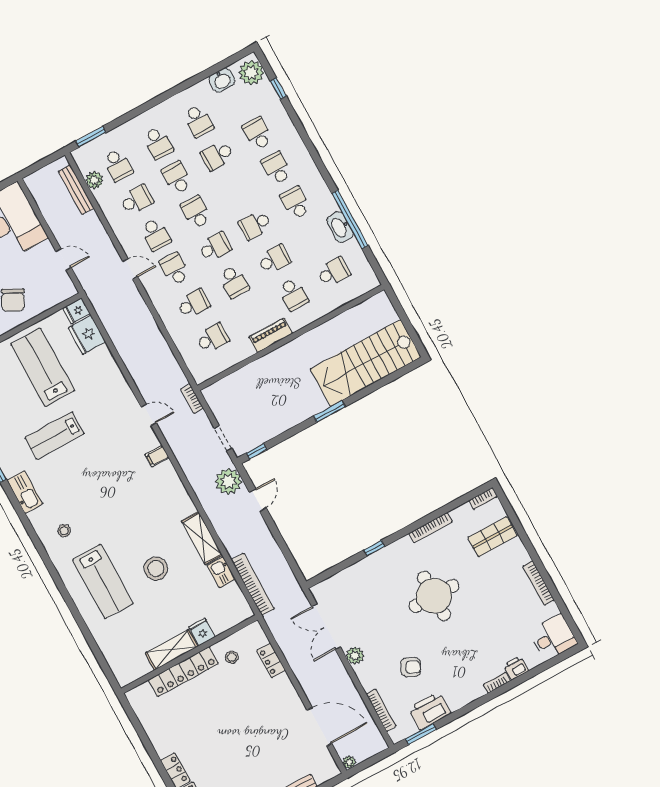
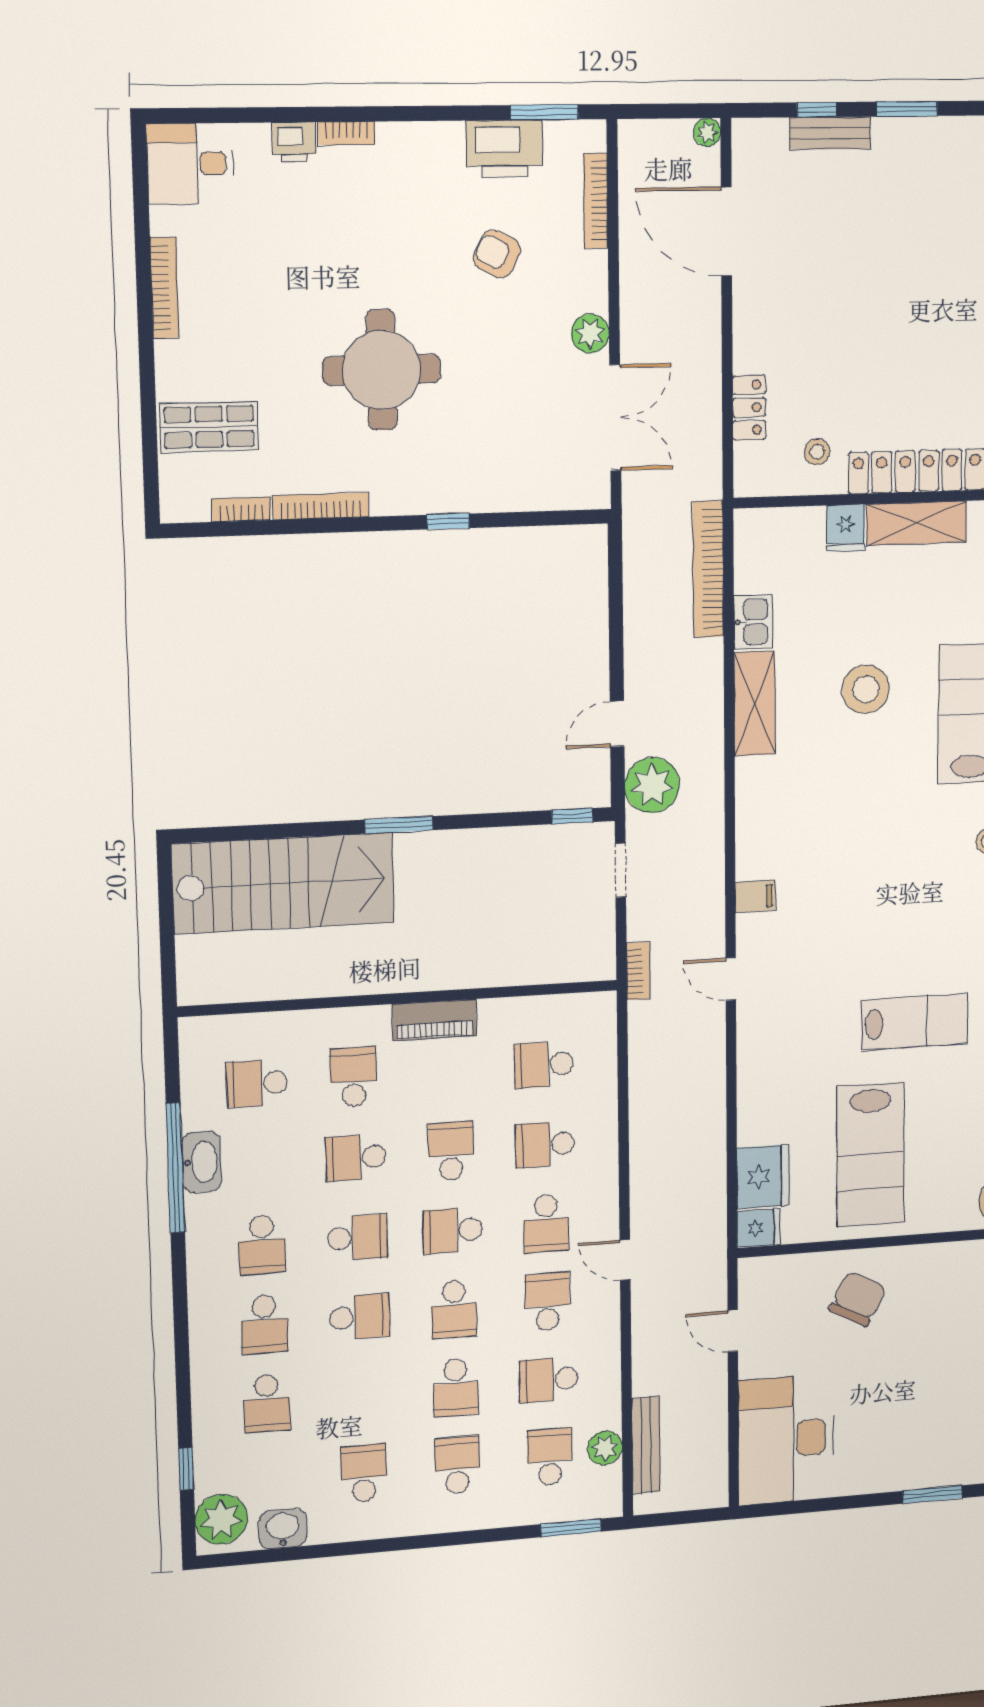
school desk: (217, 156) -> (360, 1317), moved
bookcase: (483, 499) -> (241, 509), moved

